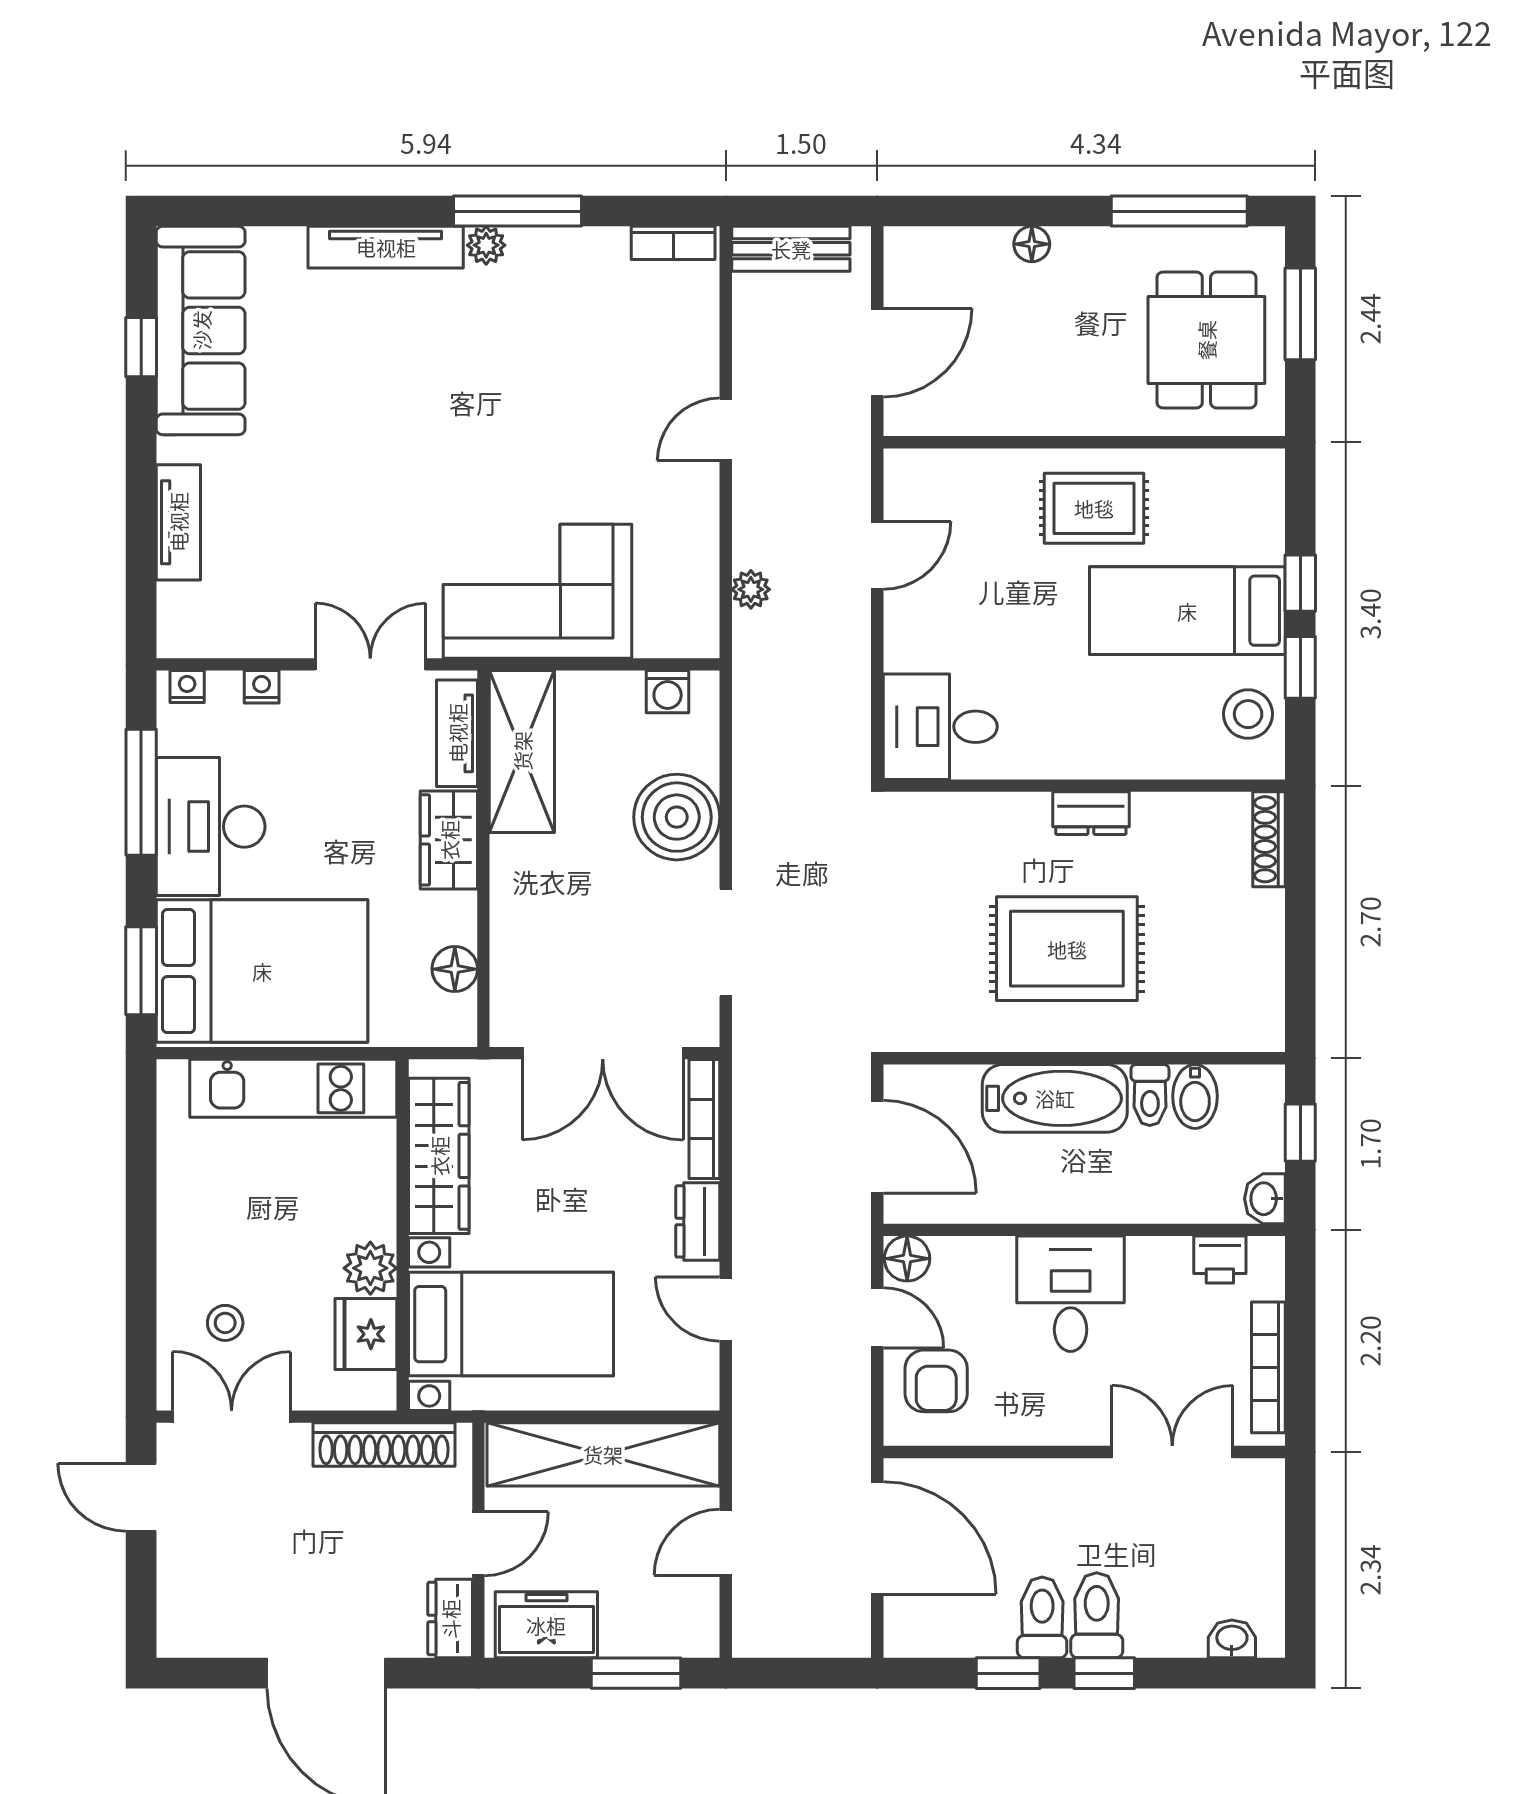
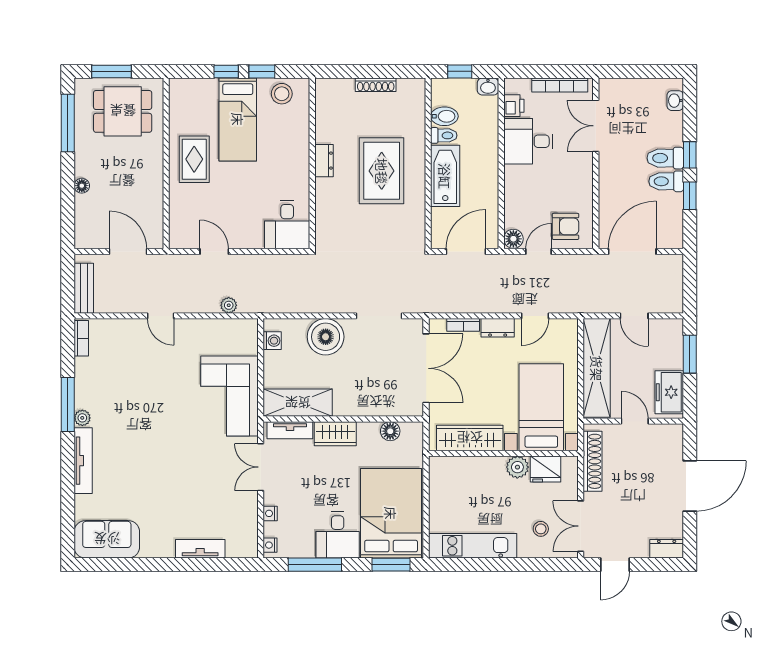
sofa: (201, 330) -> (107, 539), width x0.73
window: (141, 347) -> (126, 565), removed
desk: (211, 827) -> (338, 535), width x0.73
shoe rack: (1269, 839) -> (376, 85), moved
kitchen unit: (293, 1088) -> (473, 546), moved, turned -90
bookcase: (704, 1119) -> (463, 325), width x0.64
desk: (1071, 1294) -> (528, 141), moved
dresser: (450, 1619) -> (667, 549), moved, turned 180

